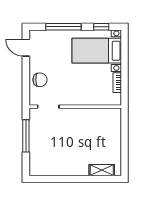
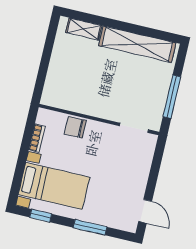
window: (63, 27) -> (90, 227), width x0.69
chair: (40, 80) -> (75, 127), moved
shelving: (60, 168) -> (137, 44), added

